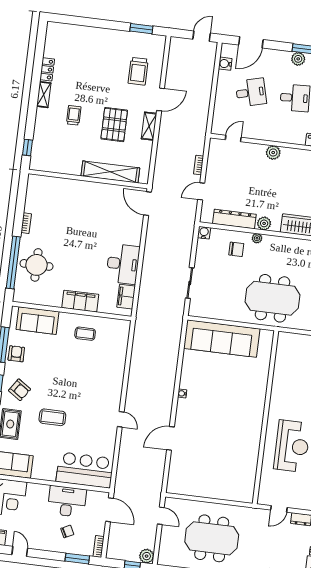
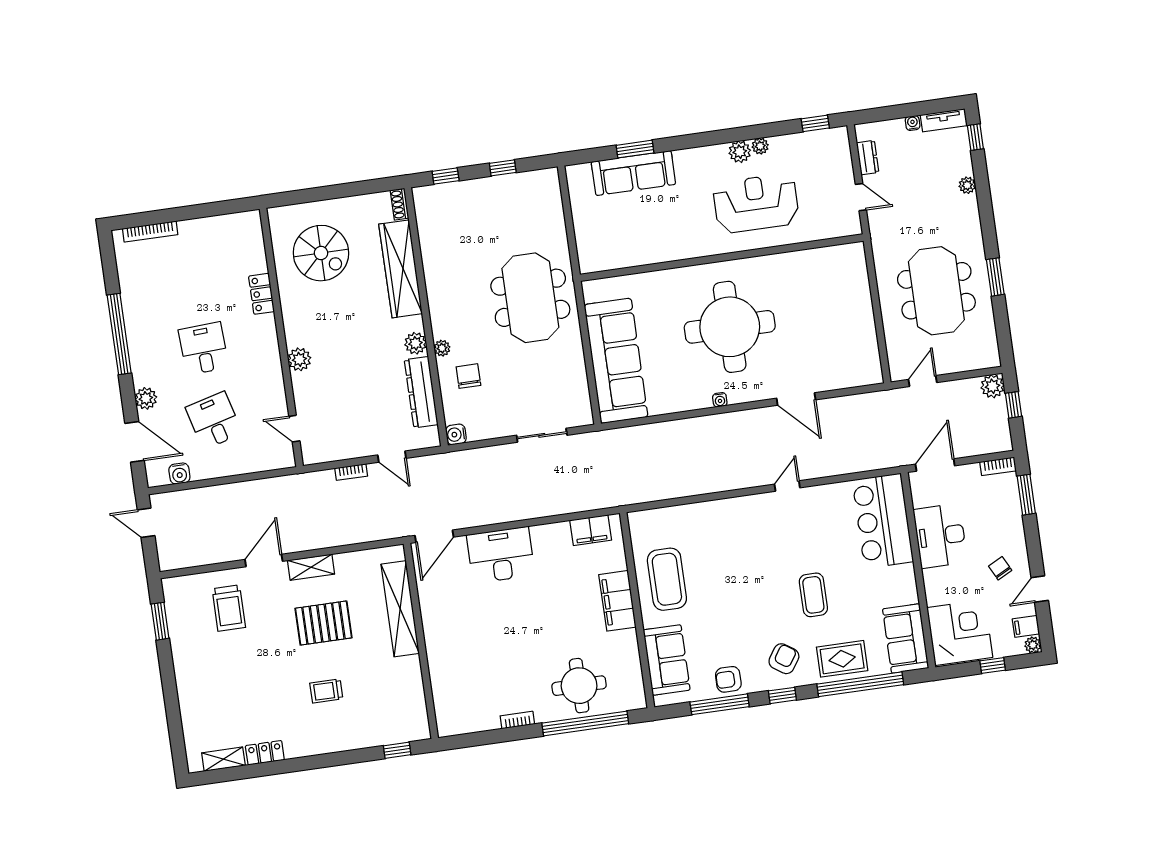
plant: (298, 59) -> (146, 398), moved
trolley: (138, 71) -> (229, 608), turned 90
shelving: (44, 95) -> (223, 759), moved
door: (161, 99) -> (264, 560), hinge flipped
desk: (123, 264) -> (501, 555), moved
coffee table: (85, 334) -> (667, 579), width x1.86, depth x1.72
round table: (224, 411) -> (730, 327), added
chair: (67, 531) -> (1000, 568), moved

